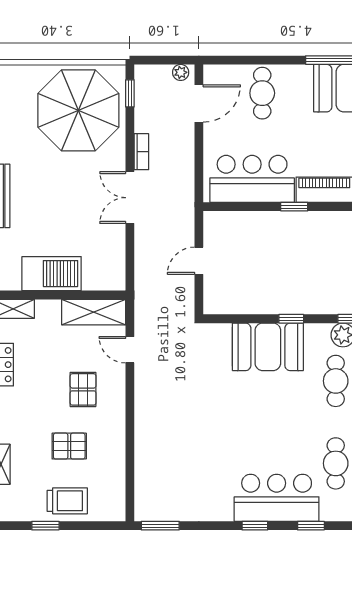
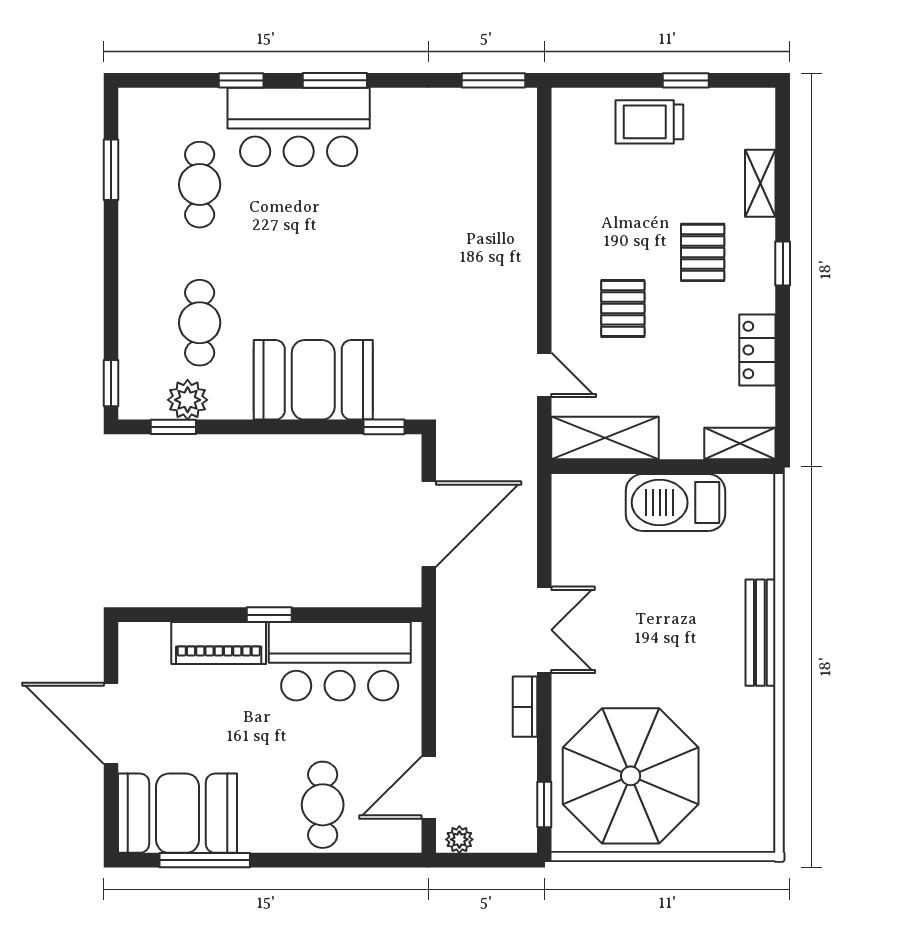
door: (199, 261) -> (429, 524), width x1.87
window: (291, 319) -> (384, 427), moved
pallet: (69, 446) -> (703, 252), moved, turned 90
window: (255, 526) -> (335, 80), width x1.50

